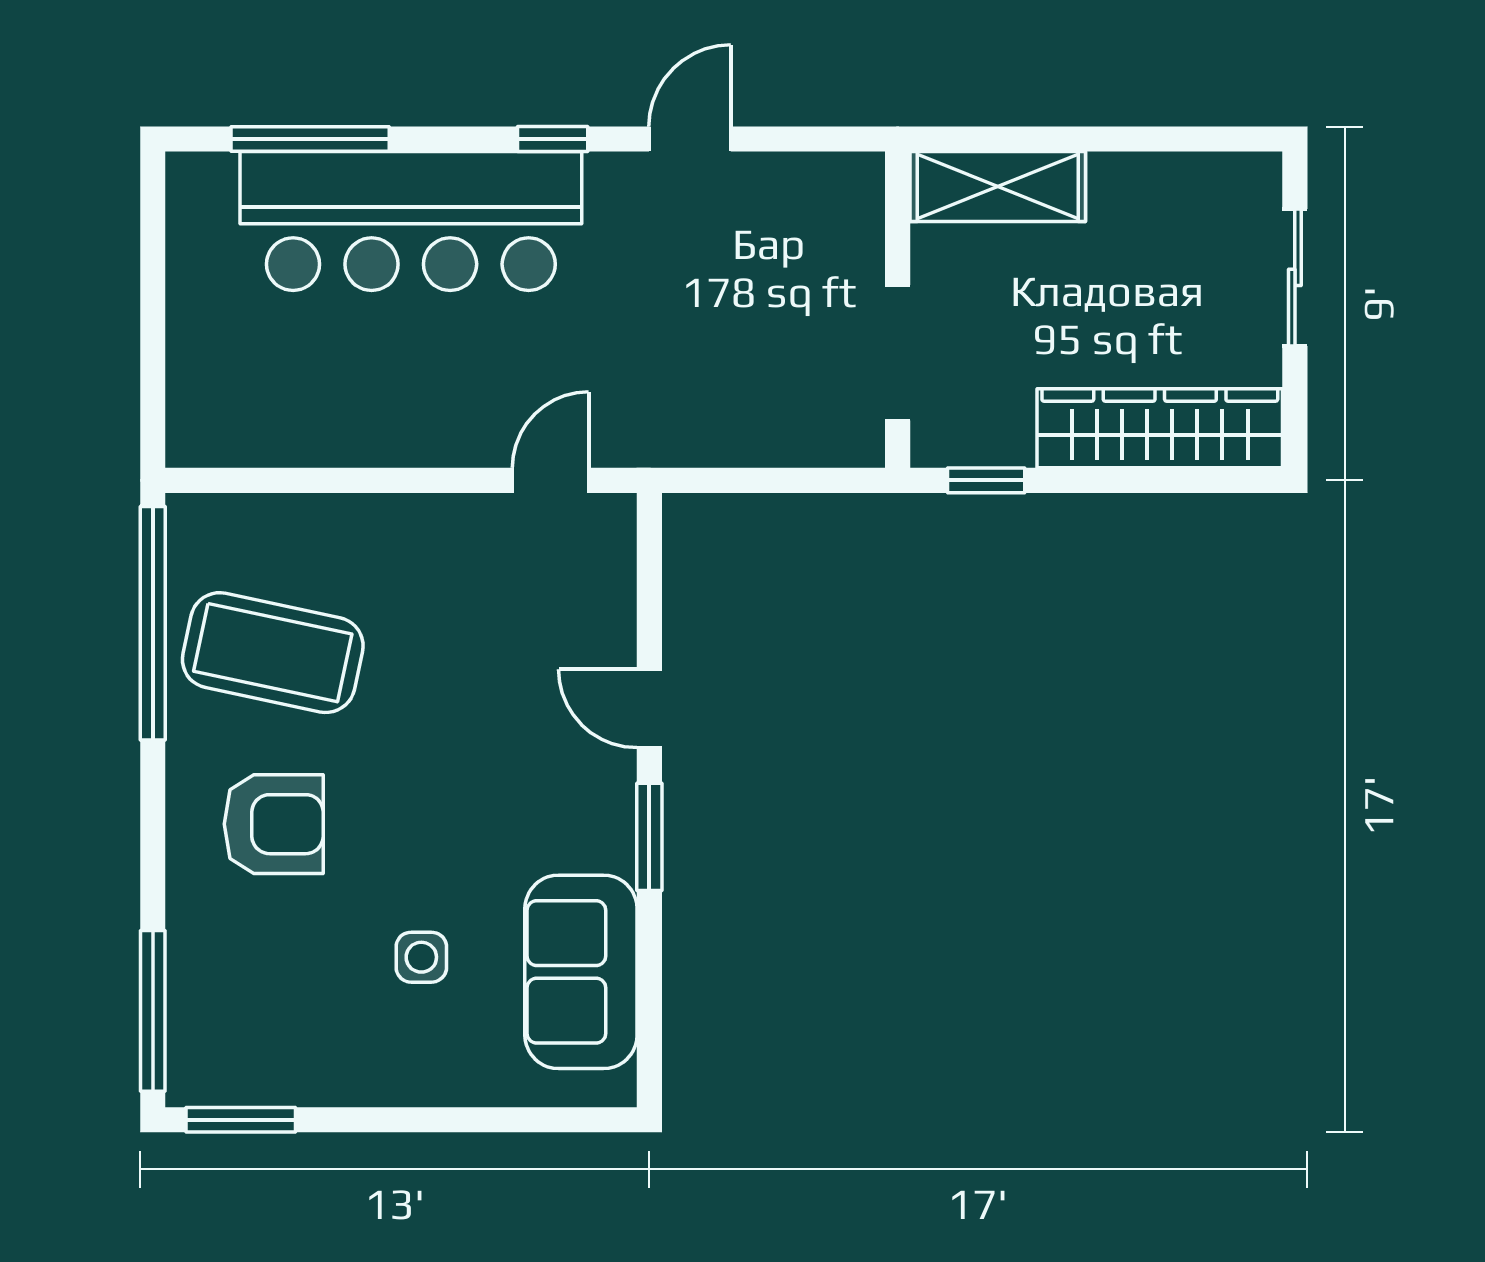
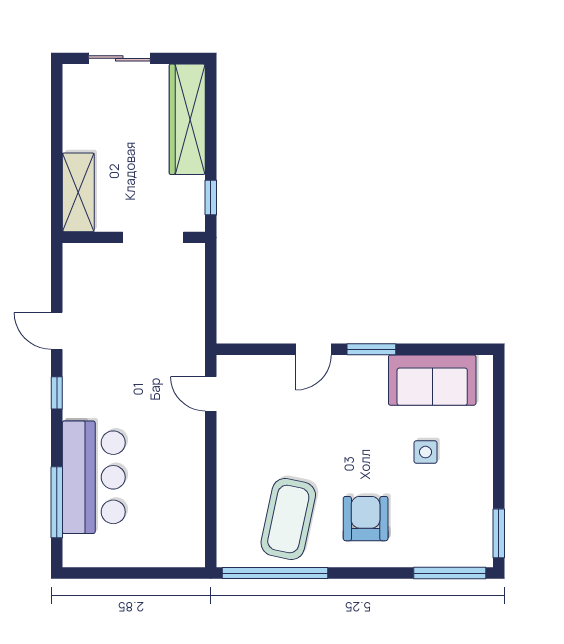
bar counter: (411, 221) -> (94, 477), width x0.73

